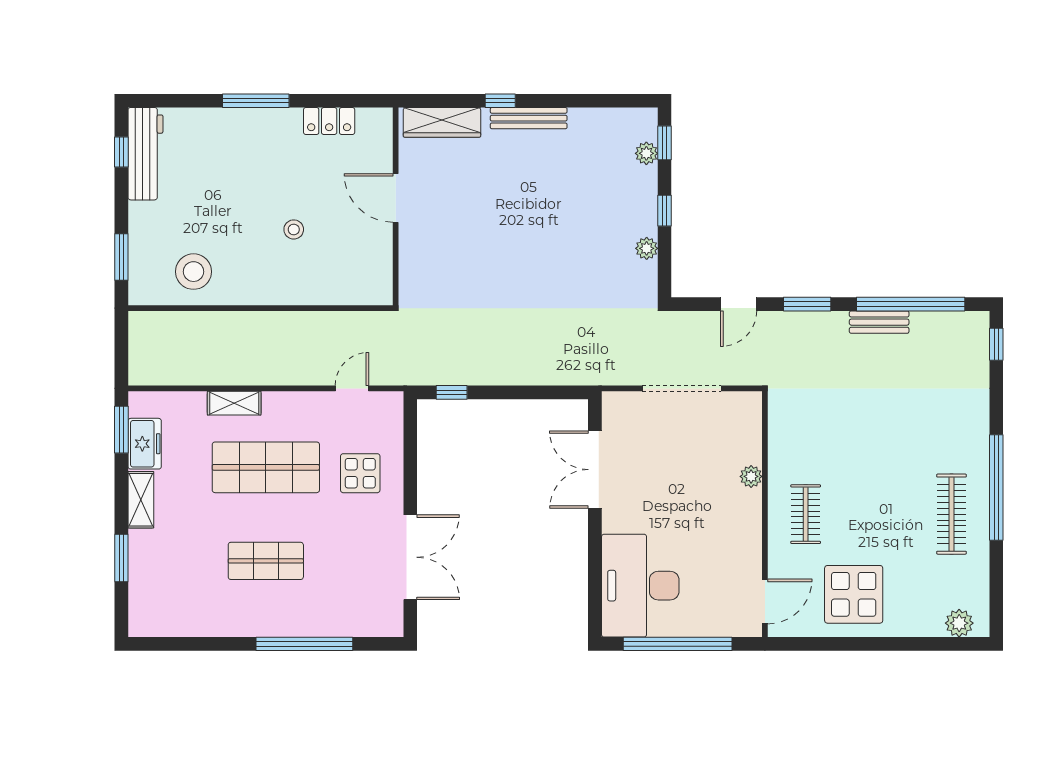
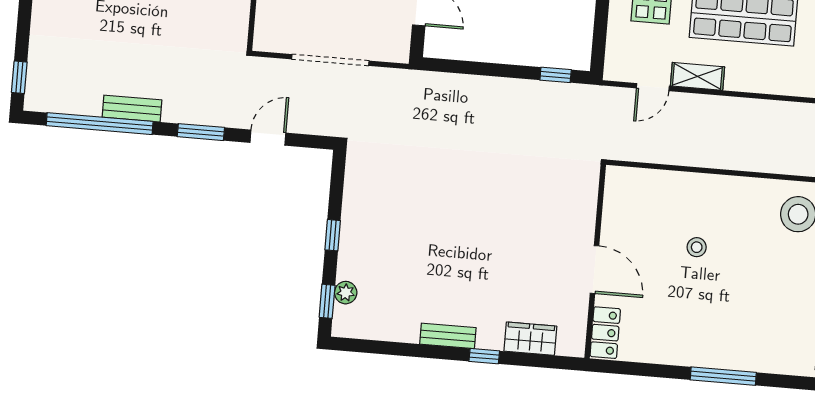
bench: (529, 118) -> (448, 336), width x0.73
locker: (329, 121) -> (605, 333), moved, turned 90
wardrobe: (442, 122) -> (530, 339), width x0.67
plant: (647, 248) -> (353, 200), removed
shelving: (234, 403) -> (697, 76), moved

